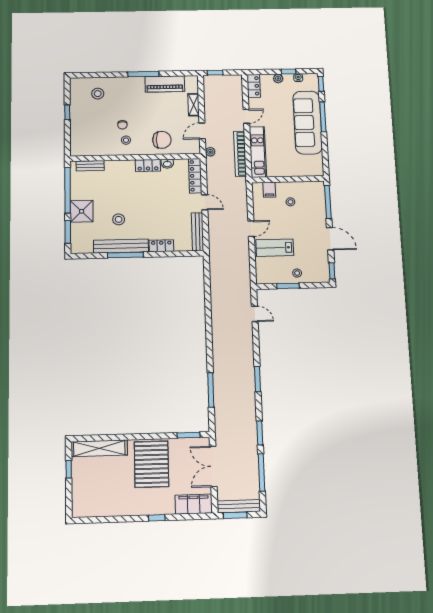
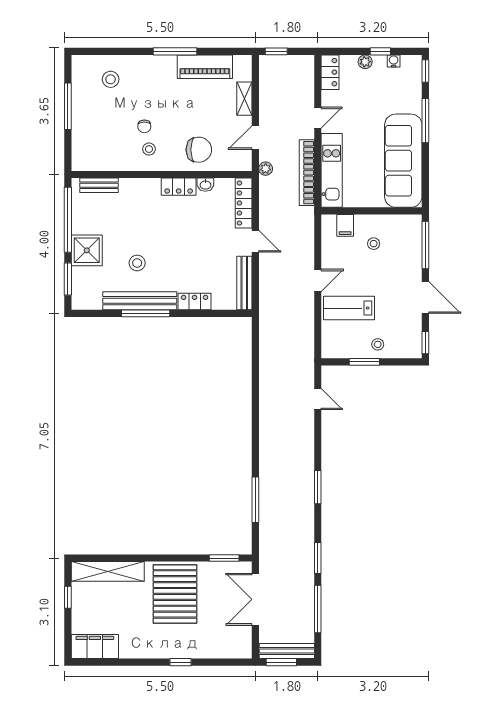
window: (67, 112) -> (68, 106), width x2.17
sofa: (308, 122) -> (403, 161), moved
filing cabinet: (194, 504) -> (95, 646), moved

